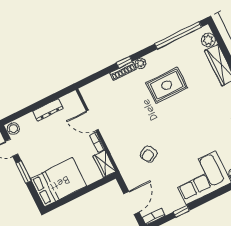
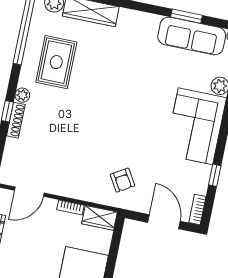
rug: (167, 85) -> (56, 62), moved
door: (92, 120) -> (29, 192), moved
armchair: (149, 154) -> (122, 180), moved

